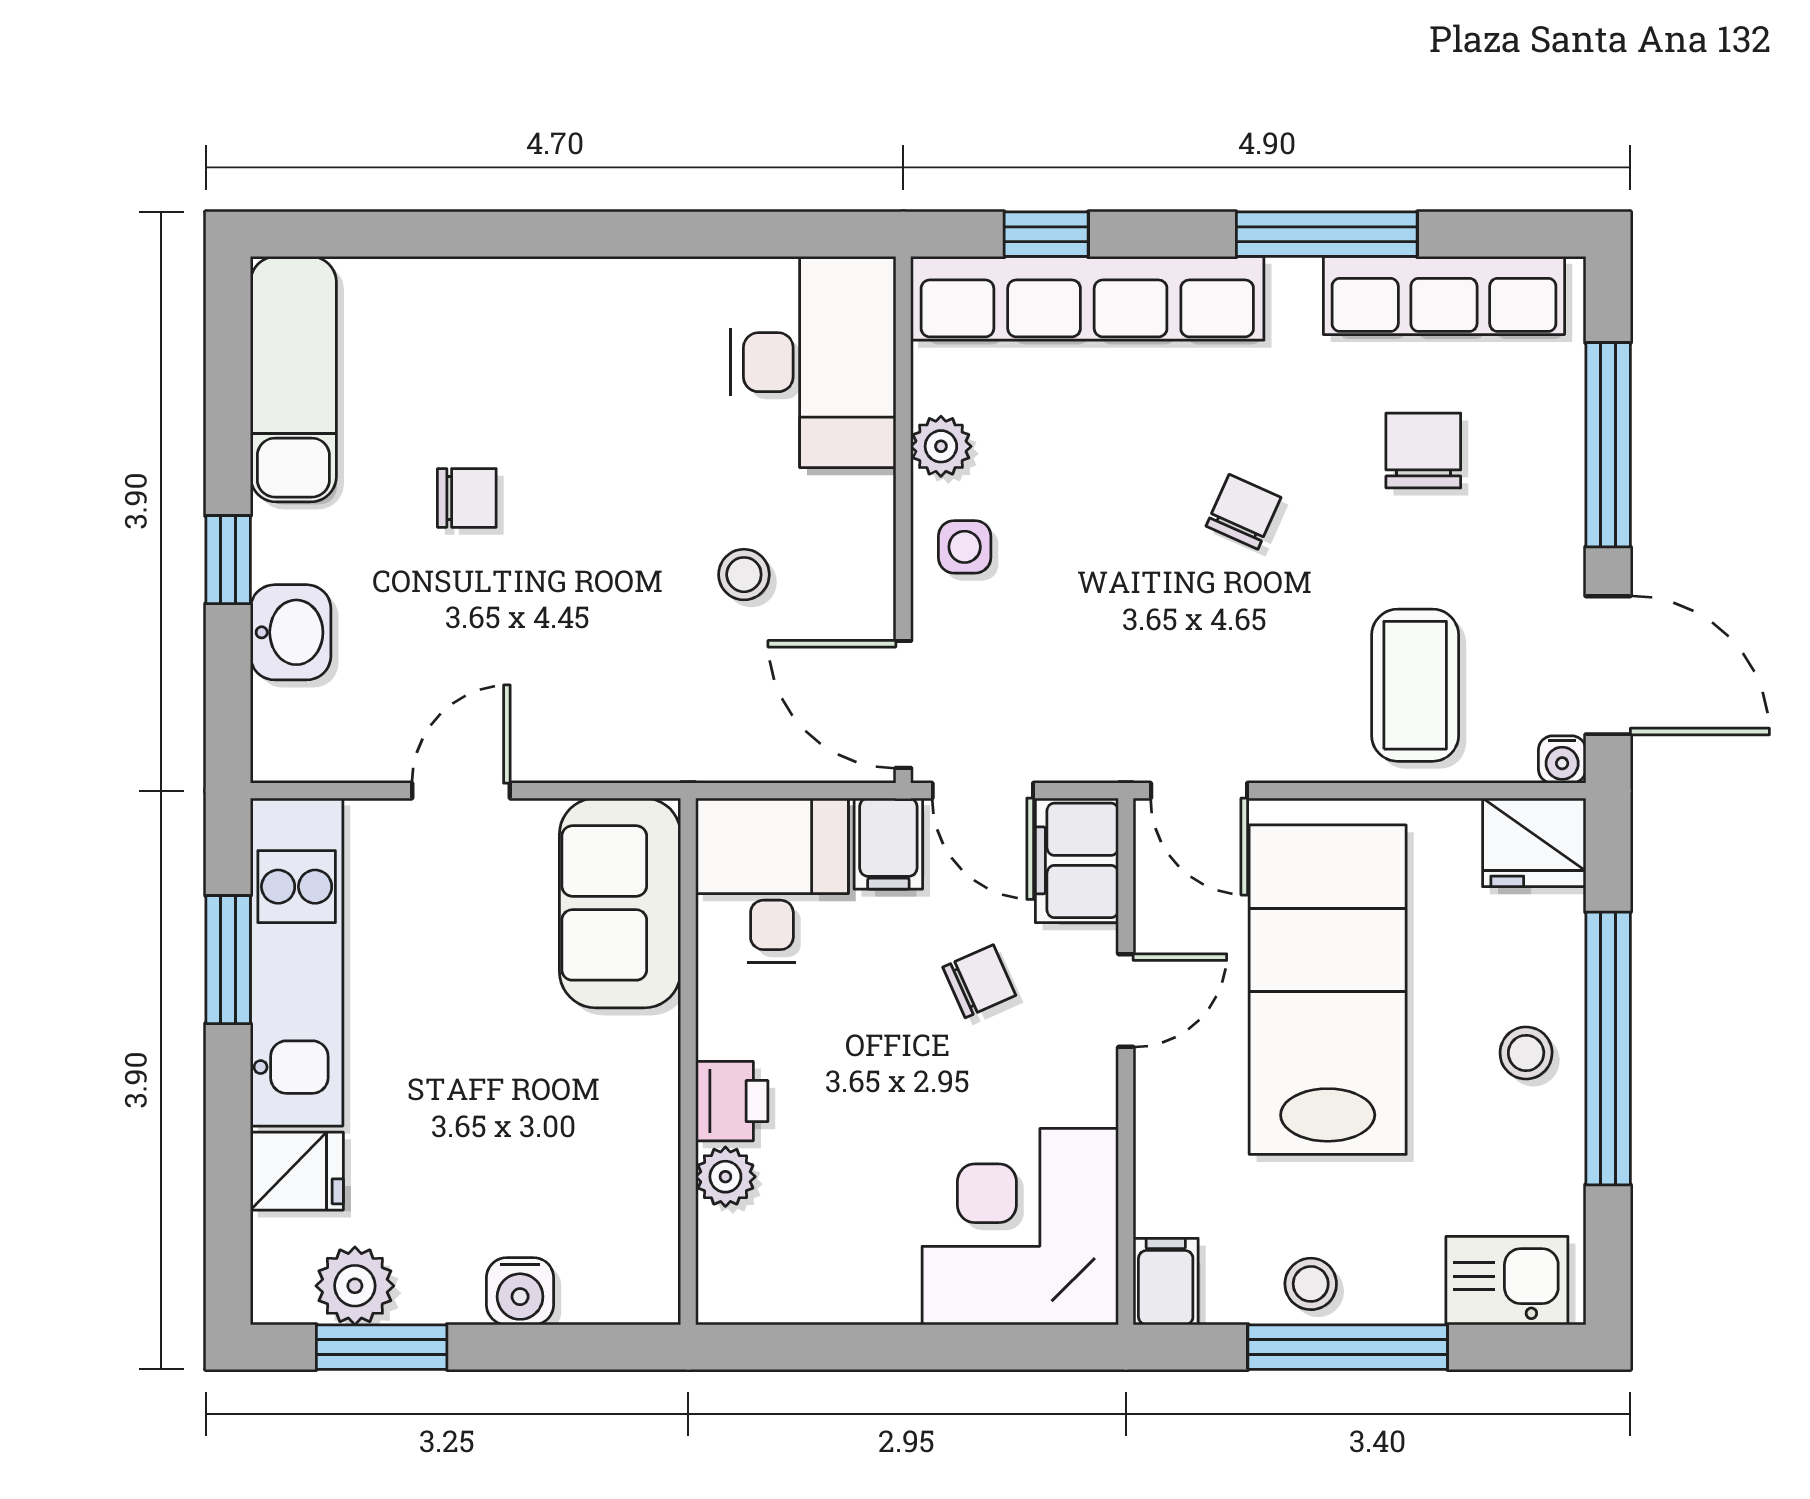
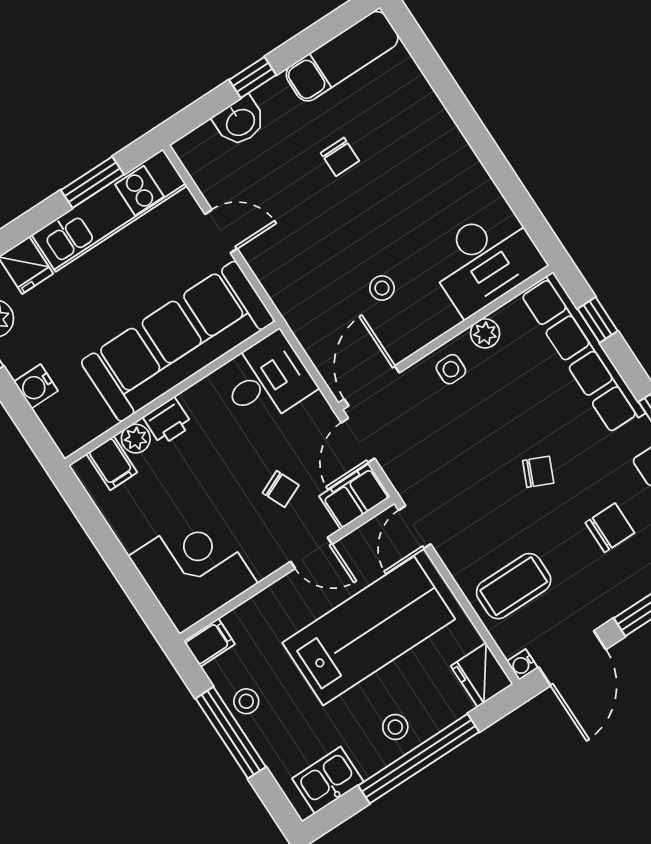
filing cabinet: (888, 844) -> (112, 463), moved, turned -90
sofa: (620, 903) -> (178, 341), width x1.85, depth x1.27
kitchen sink: (1507, 1281) -> (328, 780), moved, turned -90

